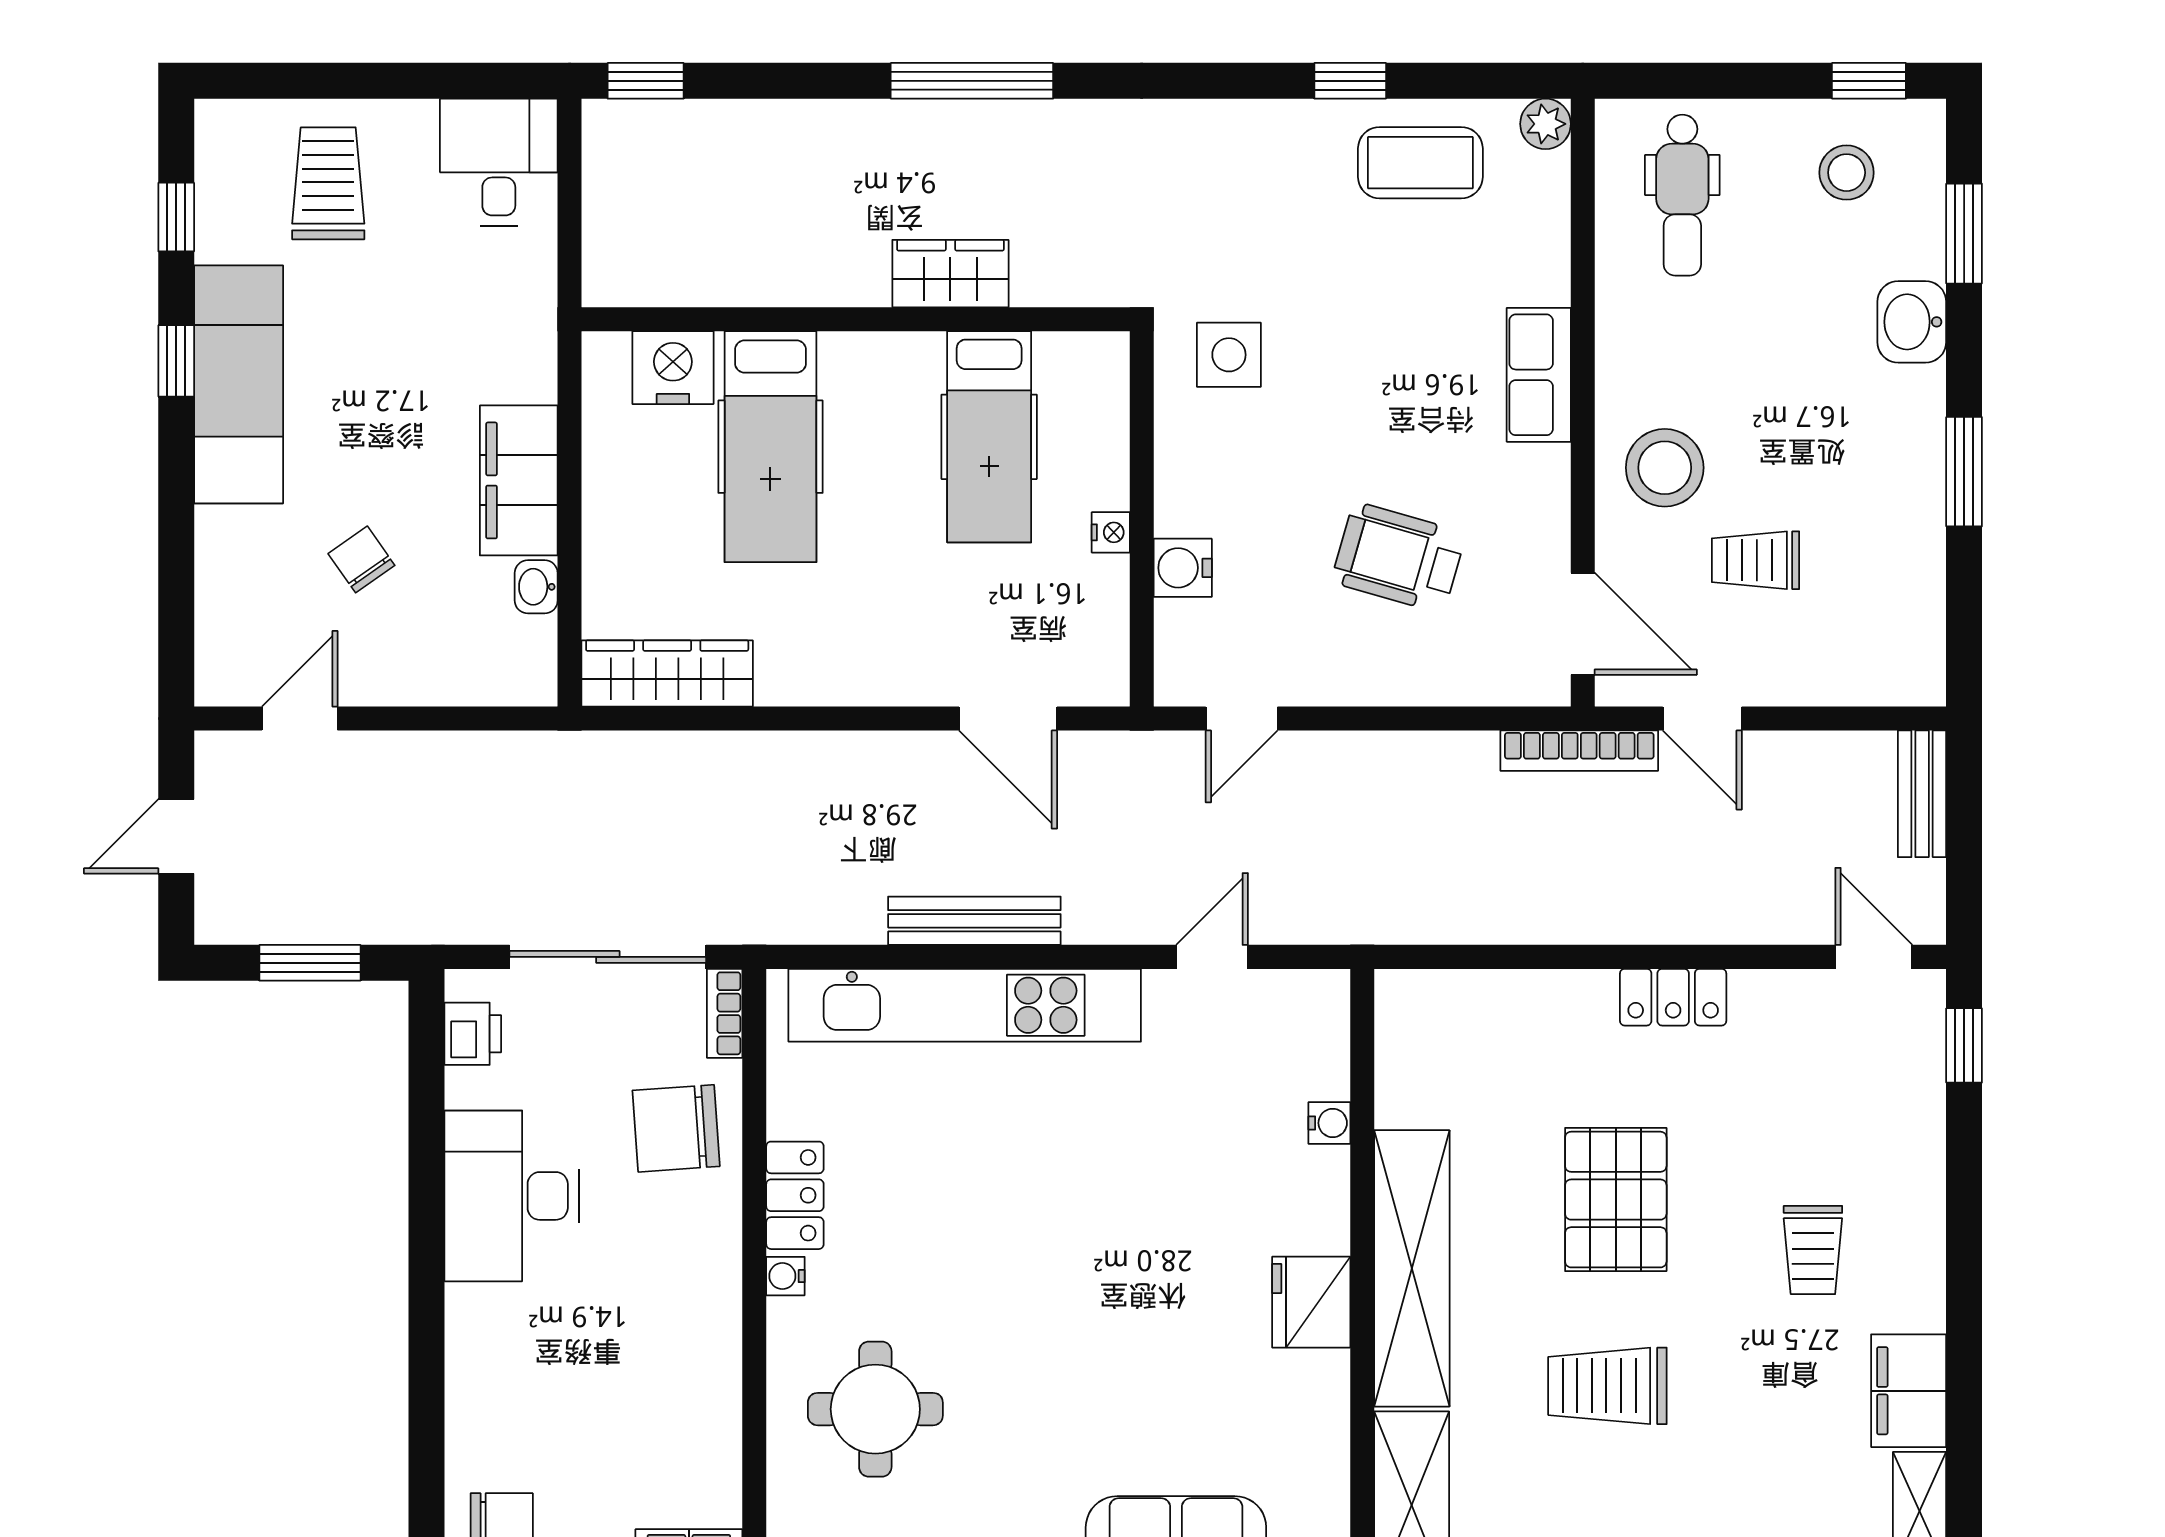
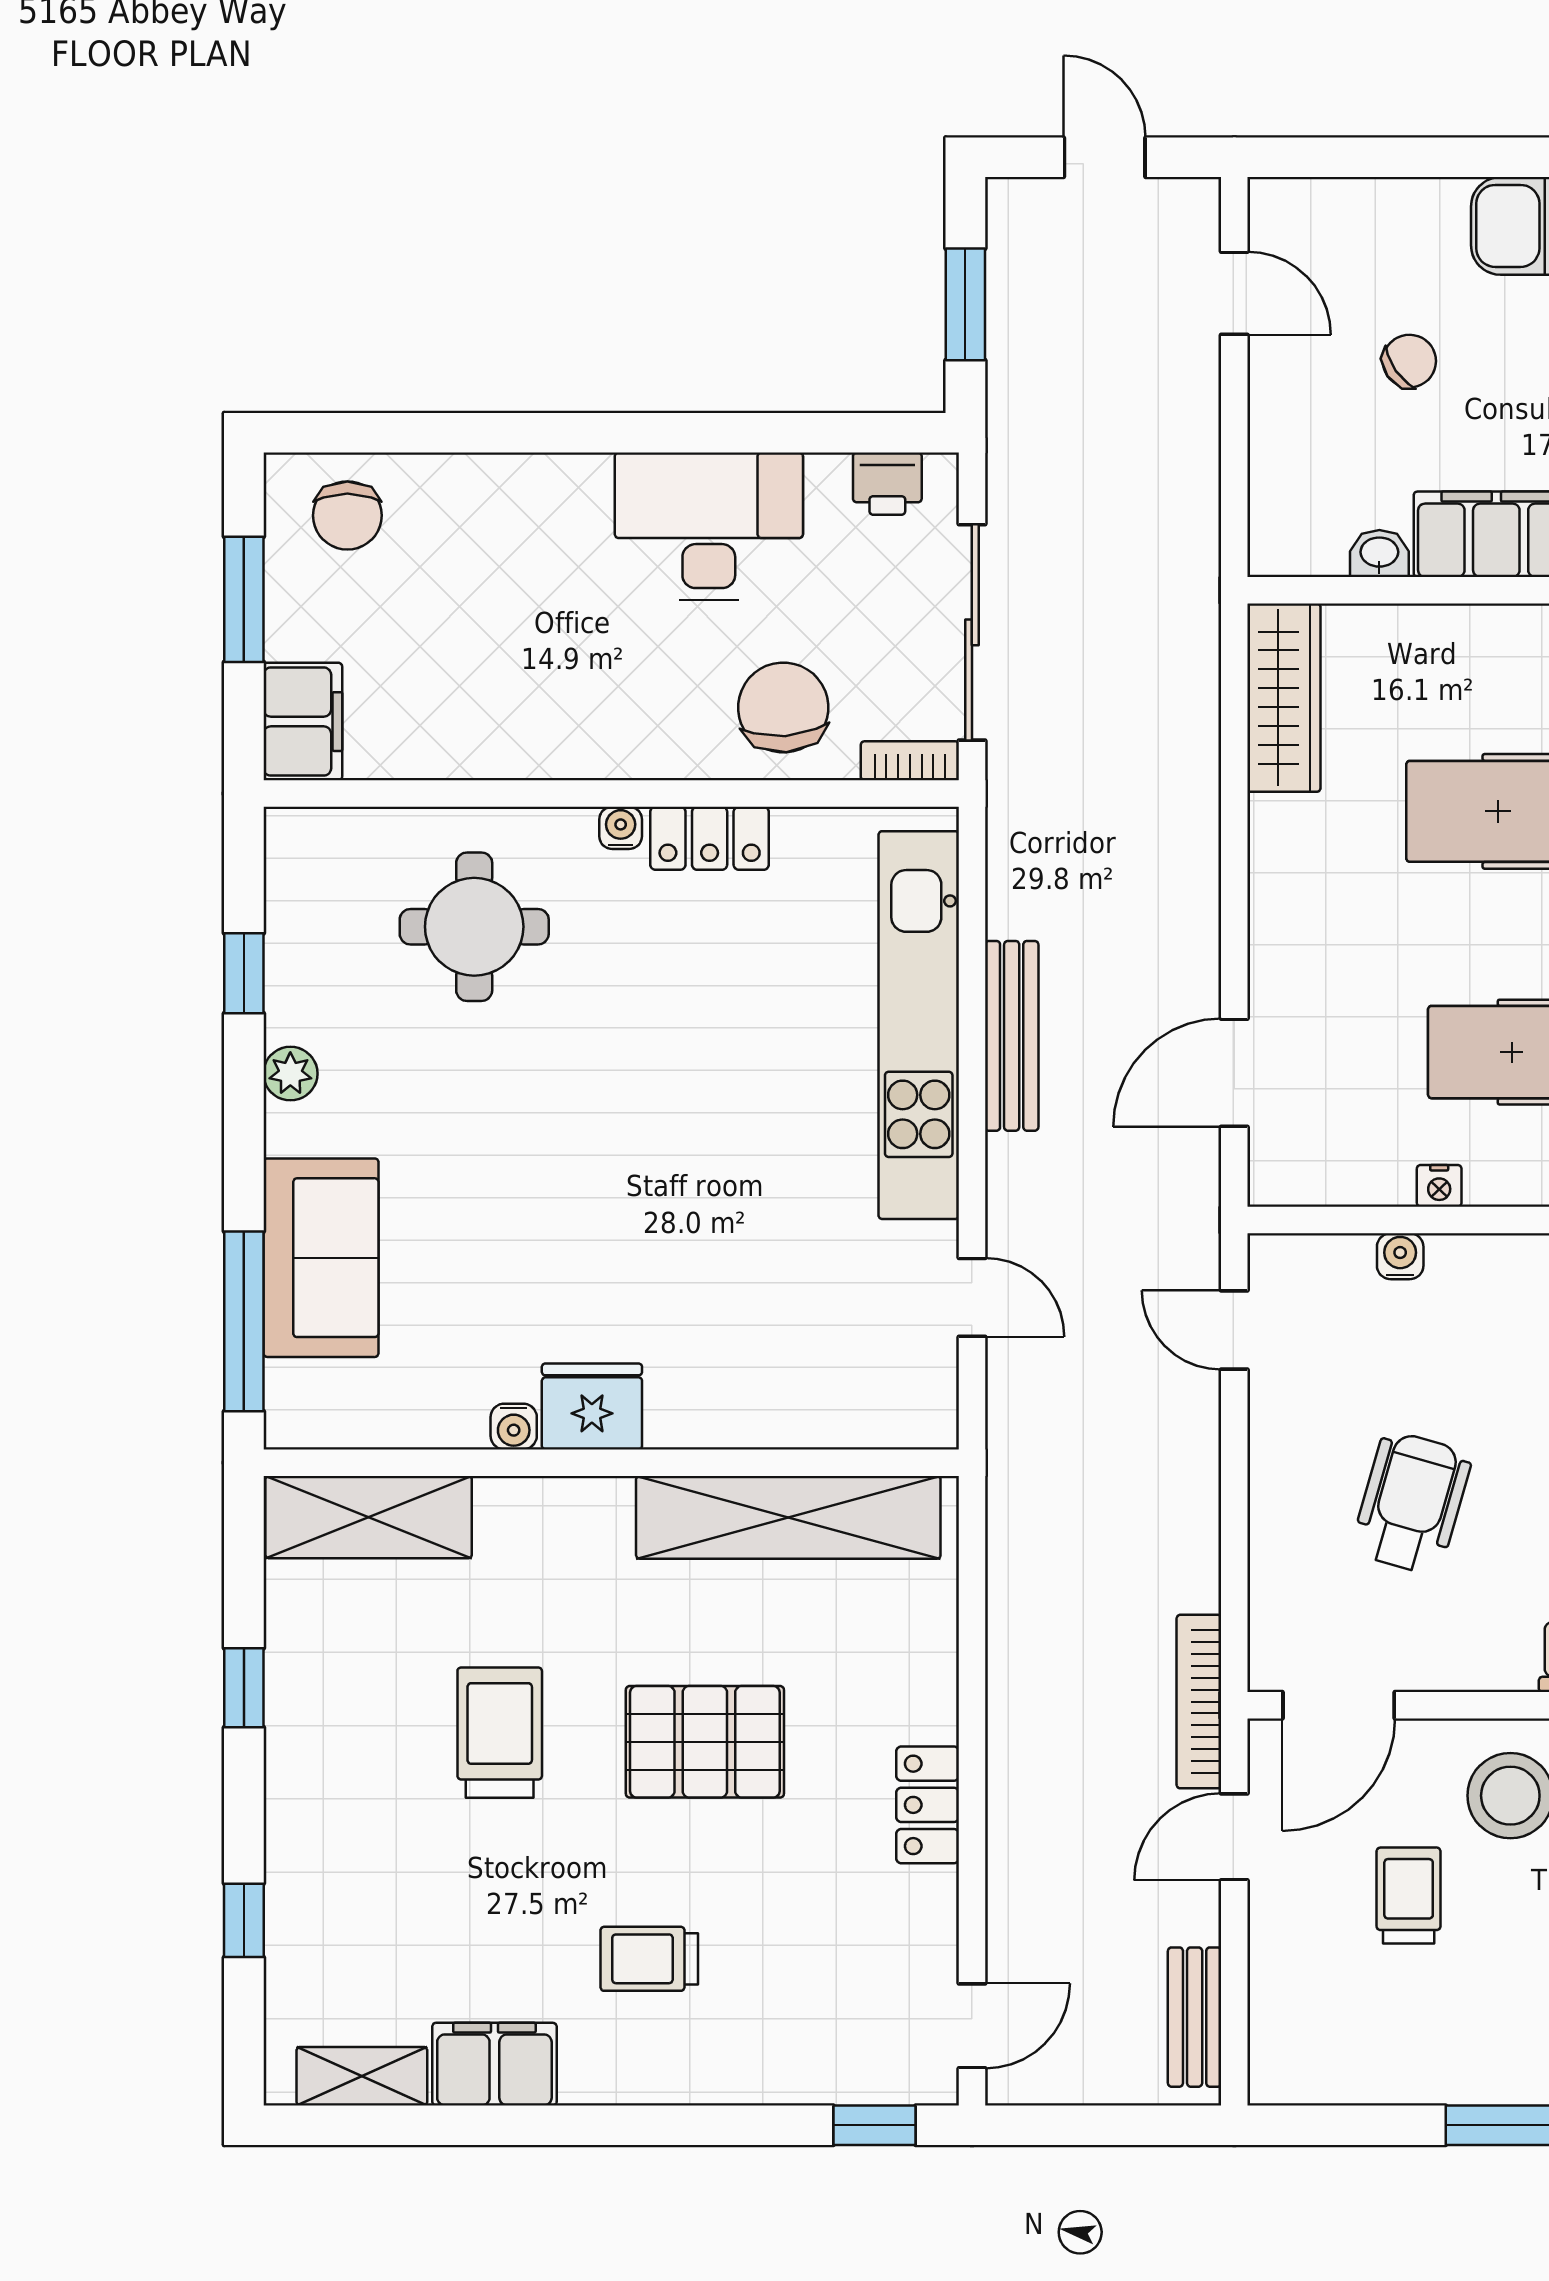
water cooler: (1183, 568) -> (1400, 1256), width x0.72, depth x0.72
bench: (1922, 794) -> (1195, 2017), moved, turned 90
water cooler: (1329, 1123) -> (514, 1427), moved
shelving: (1412, 1268) -> (788, 1517), moved

